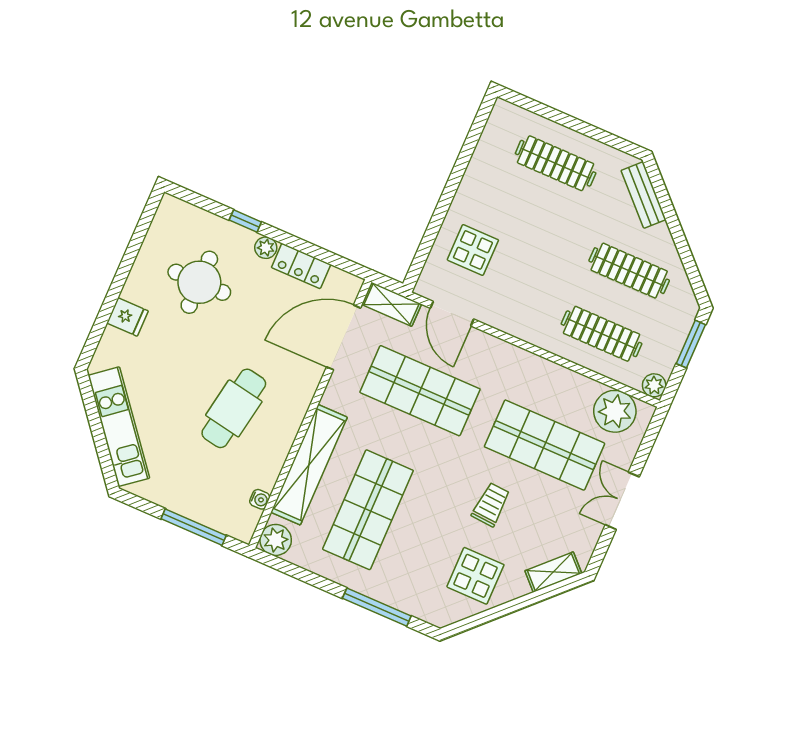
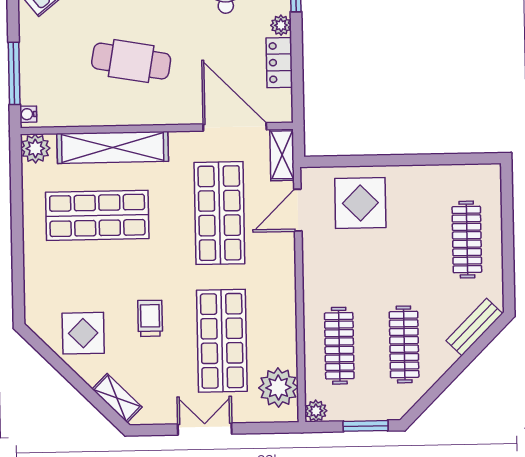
display table: (473, 250) -> (360, 203), width x1.36, depth x1.36
water cooler: (260, 499) -> (28, 114), moved, turned 90
trolley: (491, 505) -> (150, 318), turned -94
window: (377, 607) -> (18, 261), removed

